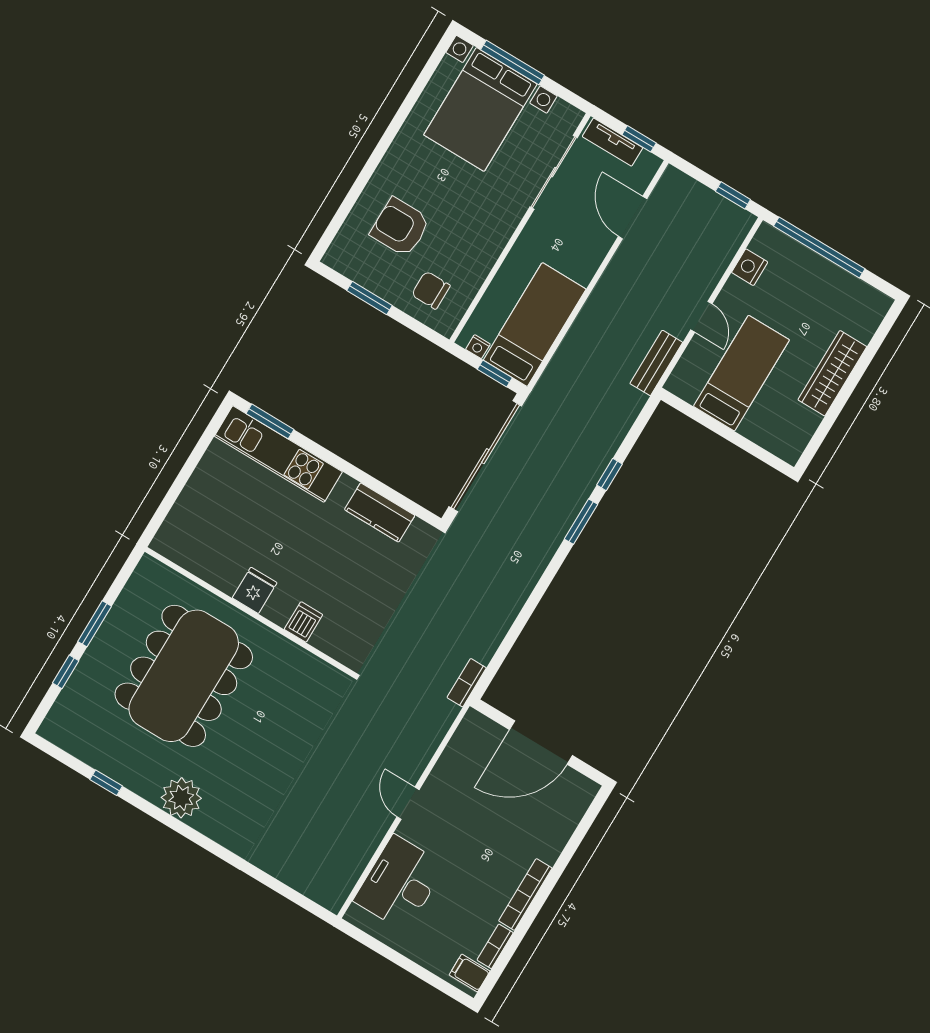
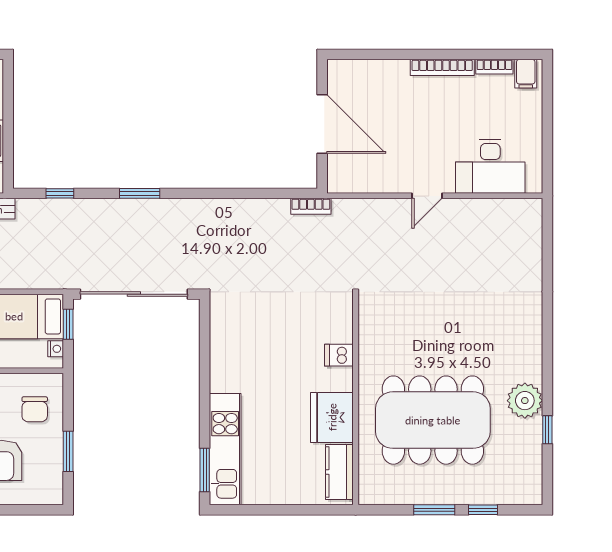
window: (609, 475) -> (60, 193), moved
kitchen counter: (380, 512) -> (339, 472), moved, turned 180
fridge: (255, 590) -> (332, 417), width x1.88, depth x1.34
plant: (181, 798) -> (525, 401), moved

